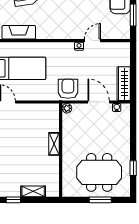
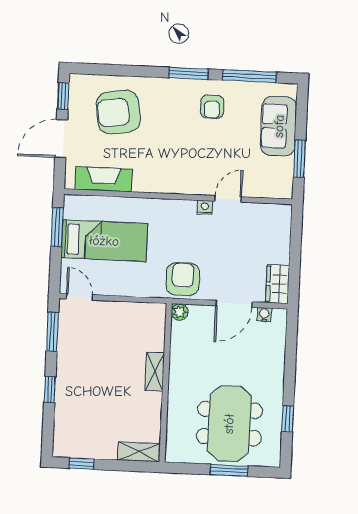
wardrobe: (124, 84) -> (277, 284), width x0.67
door: (99, 102) -> (234, 304), swing flipped
meeting table: (99, 172) -> (229, 424), turned 90
shelving: (33, 191) -> (139, 452), moved

